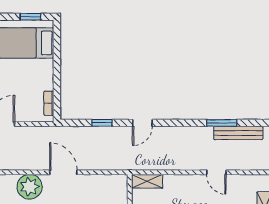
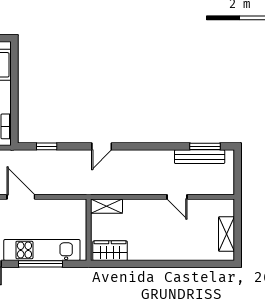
window: (102, 123) -> (47, 146), moved
window: (222, 123) -> (205, 146), moved

